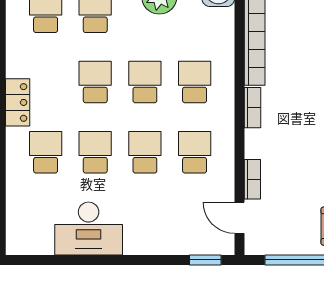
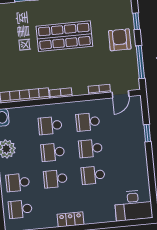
school desk: (46, 152) -> (96, 202), removed
desk: (89, 229) -> (133, 205), moved, turned 90
window: (205, 260) -> (147, 133), moved

